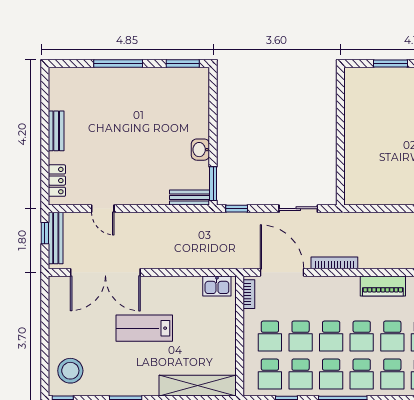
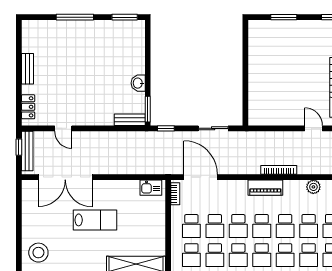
bookcase: (334, 263) -> (279, 170), moved
piano: (383, 286) -> (265, 188), moved
lab bench: (144, 328) -> (95, 220), turned 180

